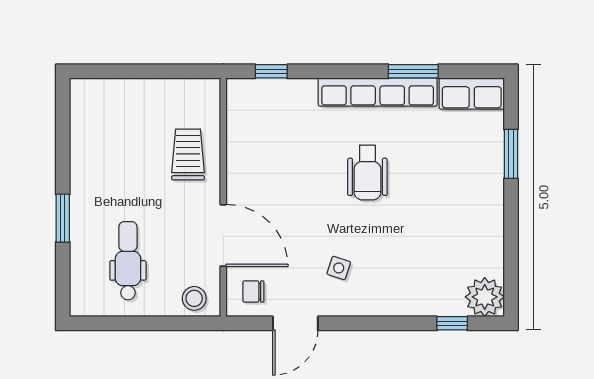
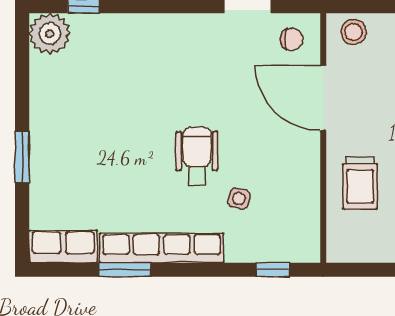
window: (511, 154) -> (22, 157), moved
wheelchair: (367, 172) -> (197, 155), moved
side table: (339, 268) -> (239, 199), moved

